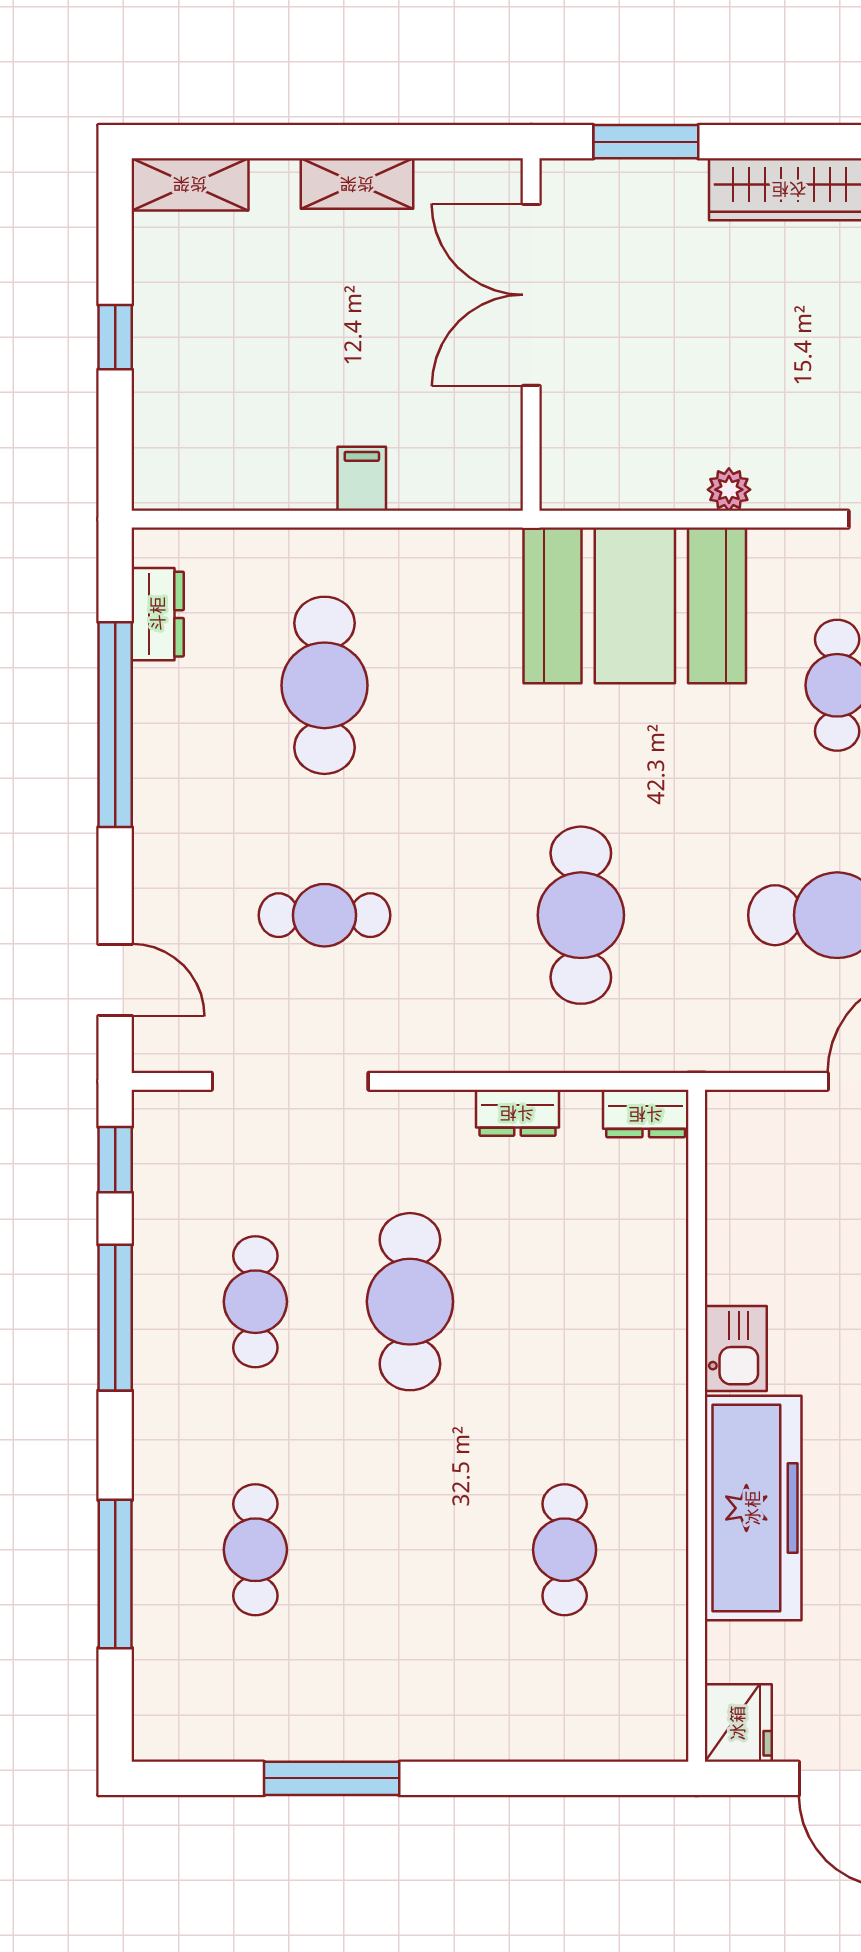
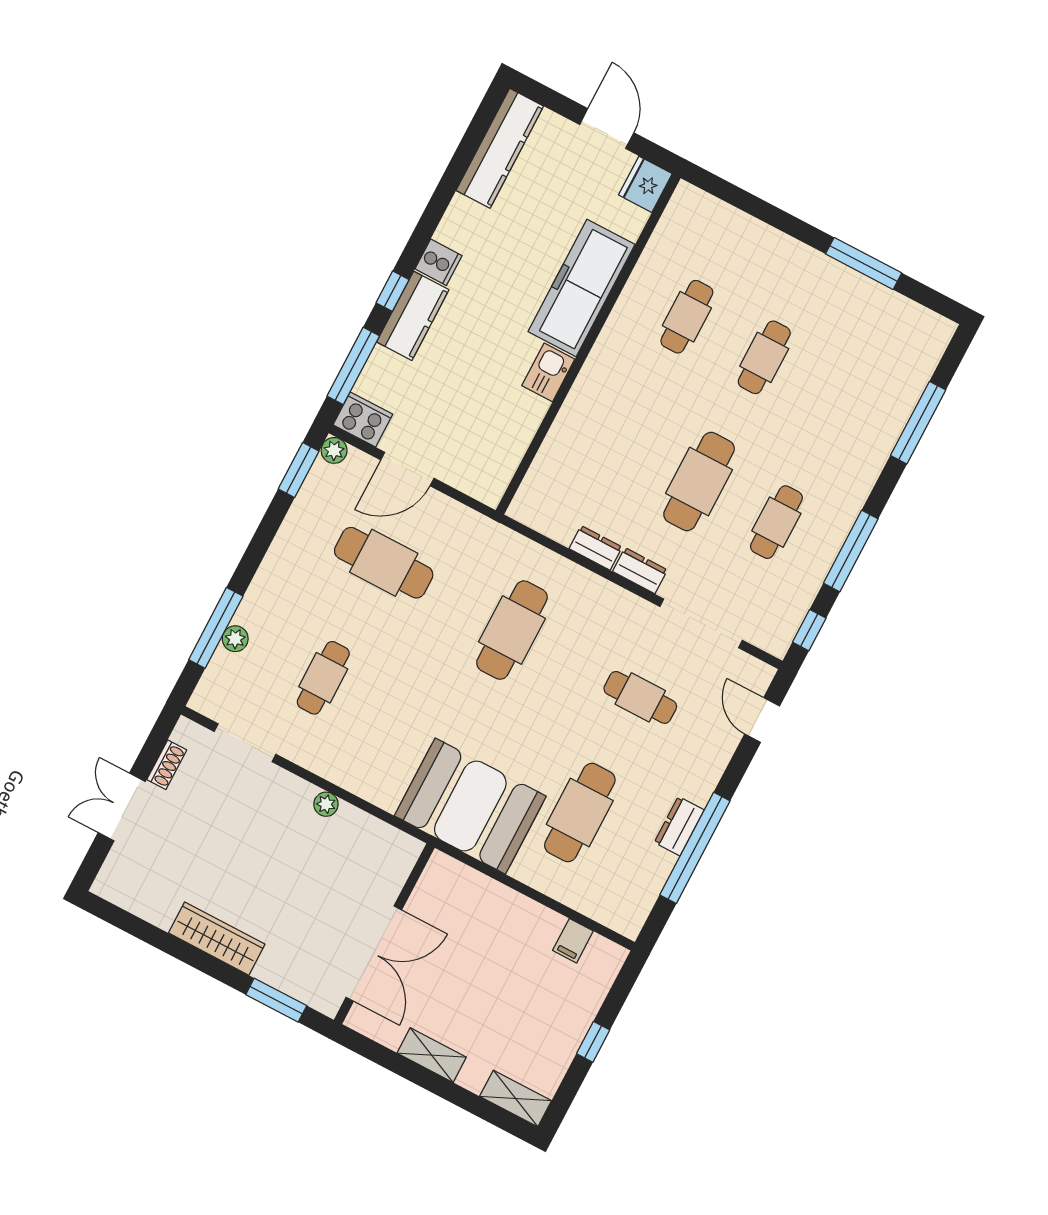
filing cabinet: (362, 479) -> (573, 941), moved
booth: (635, 605) -> (470, 806), moved
dresser: (158, 614) -> (679, 826), moved
dresser: (646, 1114) -> (640, 571), moved
cafe table: (255, 1550) -> (764, 357), moved

